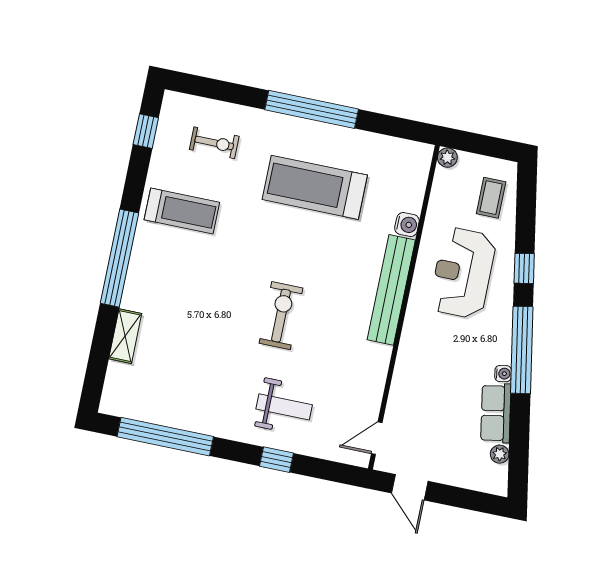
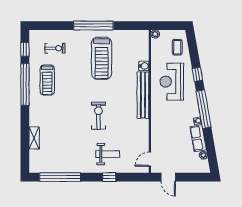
treadmill: (315, 187) -> (102, 58), turned -90
treadmill: (182, 211) -> (47, 80), turned 90
window: (119, 258) -> (25, 84), moved

